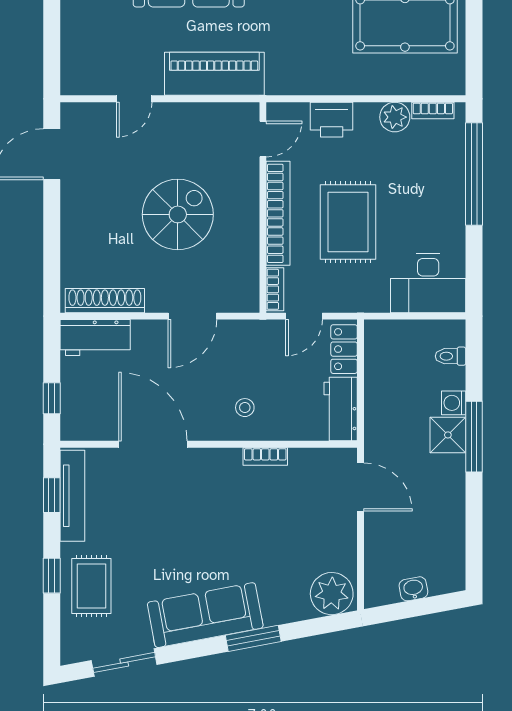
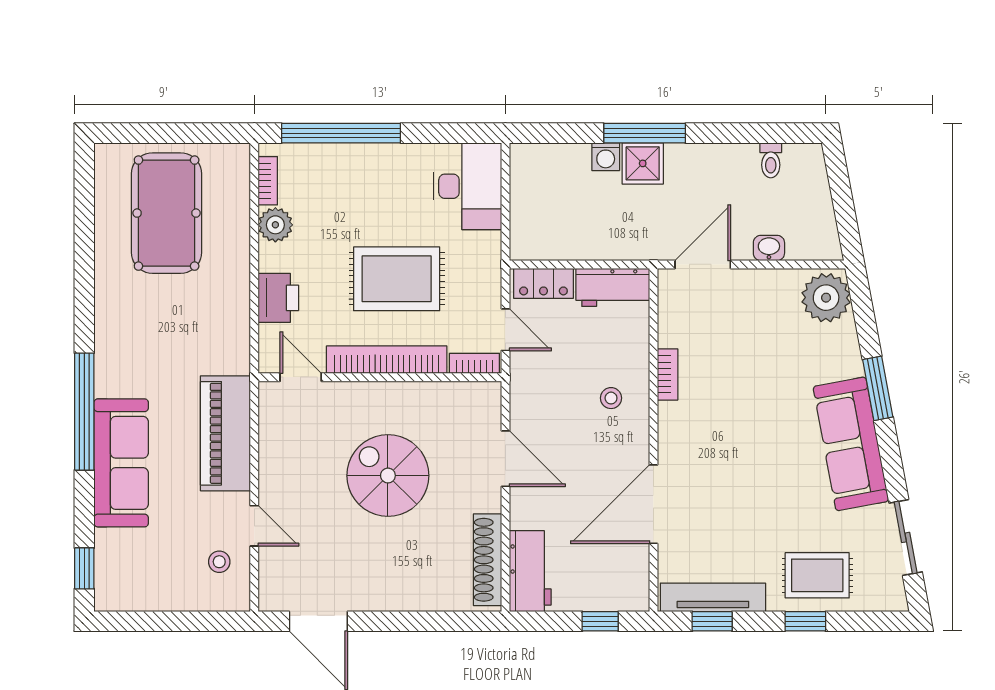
stool: (103, 68) -> (219, 562), added
toilet: (451, 356) -> (771, 160), moved
washbasin: (413, 589) -> (769, 248), moved, turned 101

